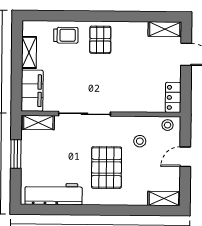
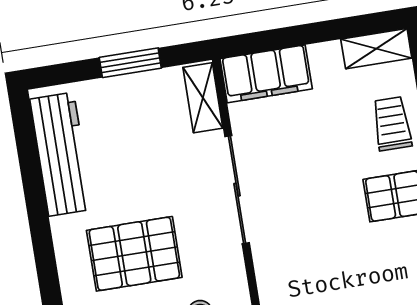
trolley: (66, 35) -> (392, 124), turned 180
shelving: (29, 53) -> (376, 49), moved

